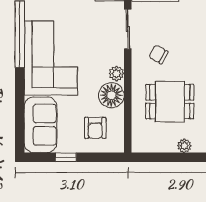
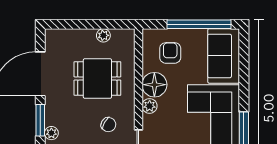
plant: (184, 146) -> (103, 35), moved
window: (66, 157) -> (199, 24), width x3.17

